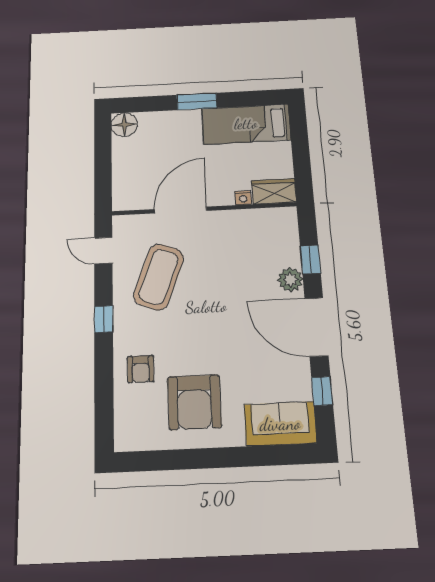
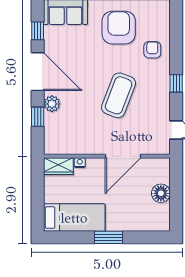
floor lamp: (124, 125) -> (161, 193), moved
coffee table: (159, 277) -> (119, 95), moved

